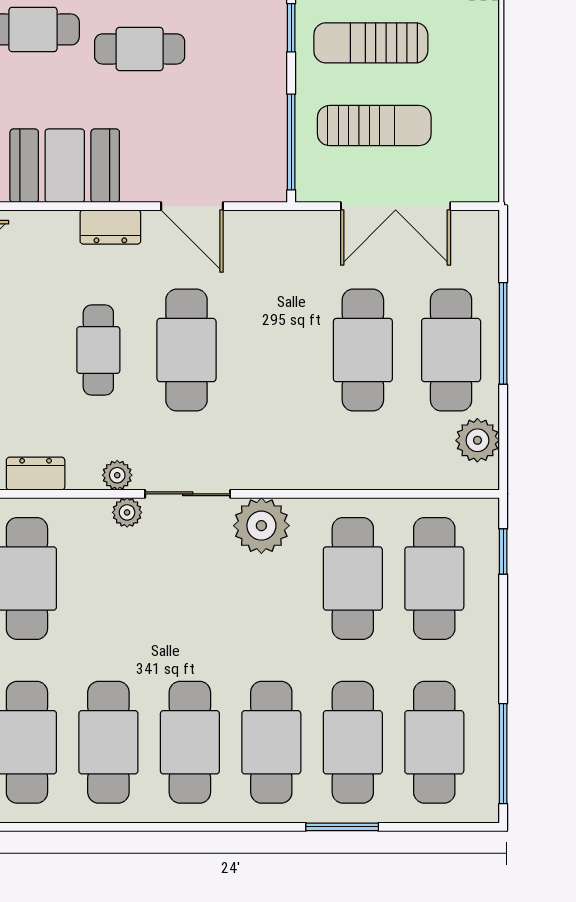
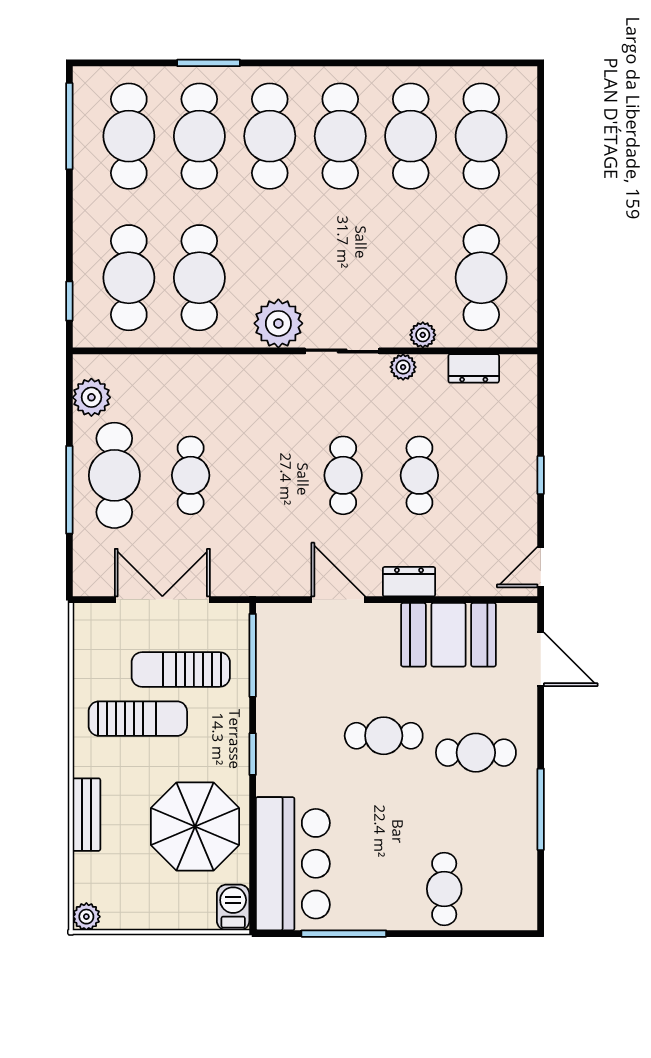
sun lounger: (371, 43) -> (138, 719), moved
cafe table: (187, 350) -> (343, 475), width x0.73, depth x0.74
cafe table: (363, 350) -> (191, 475), width x0.73, depth x0.74
plant: (127, 512) -> (423, 335), moved

